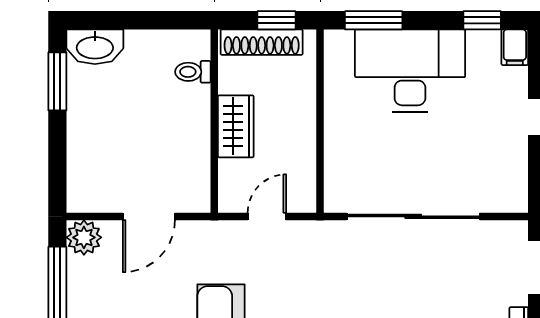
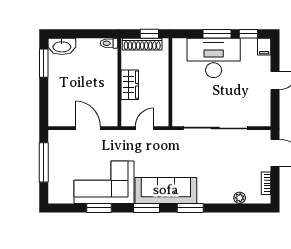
window: (374, 20) -> (217, 34), moved
toilet: (193, 72) -> (109, 43), moved
door: (149, 216) -> (88, 128), swing flipped
plant: (84, 237) -> (57, 138), removed

